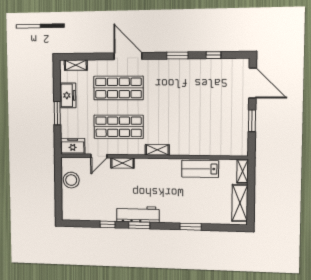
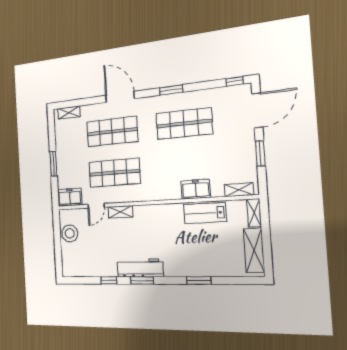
window: (213, 55) -> (234, 81), moved
door: (253, 83) -> (257, 110), hinge flipped
shop shelf: (187, 88) -> (184, 124), added
freezer: (68, 95) -> (196, 189), moved, turned -90
shelving: (157, 150) -> (239, 190), moved

